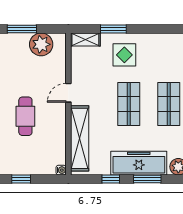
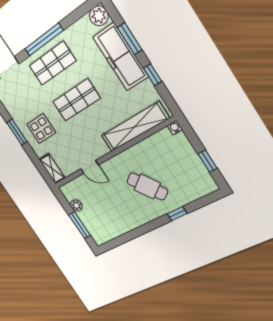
window: (113, 29) -> (17, 132), moved
plant: (41, 44) -> (76, 205), width x0.53, depth x0.53
door: (68, 93) -> (89, 167), moved
cafe table: (25, 116) -> (147, 186), turned 55

